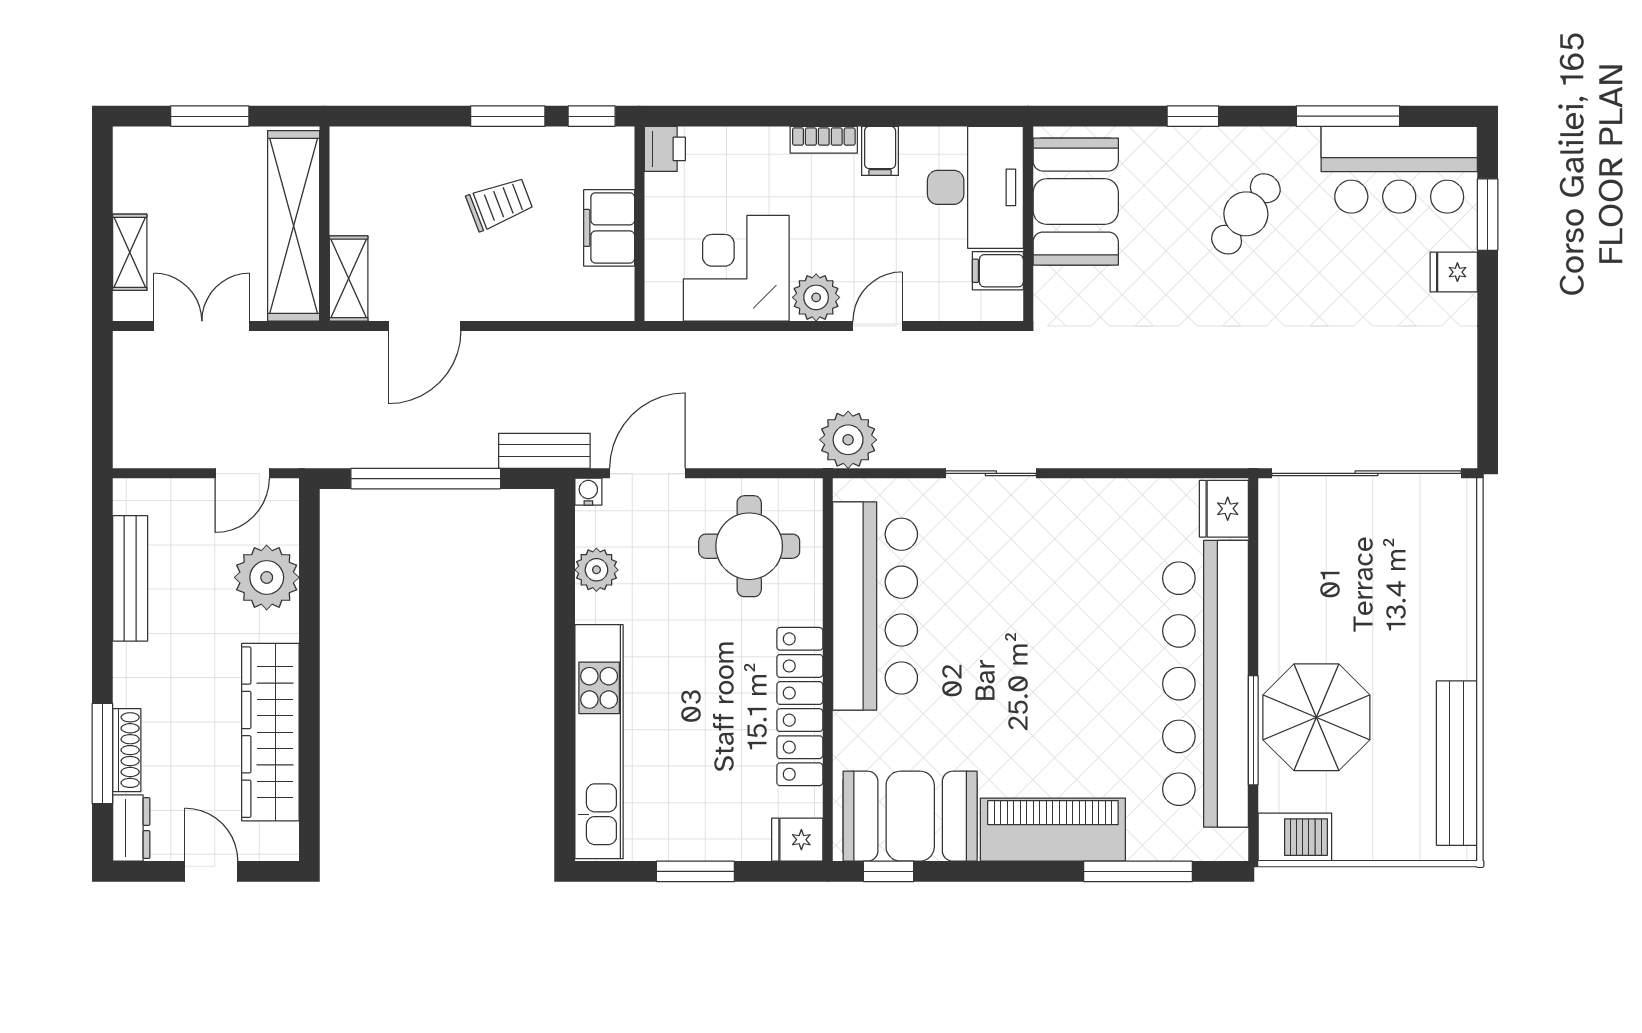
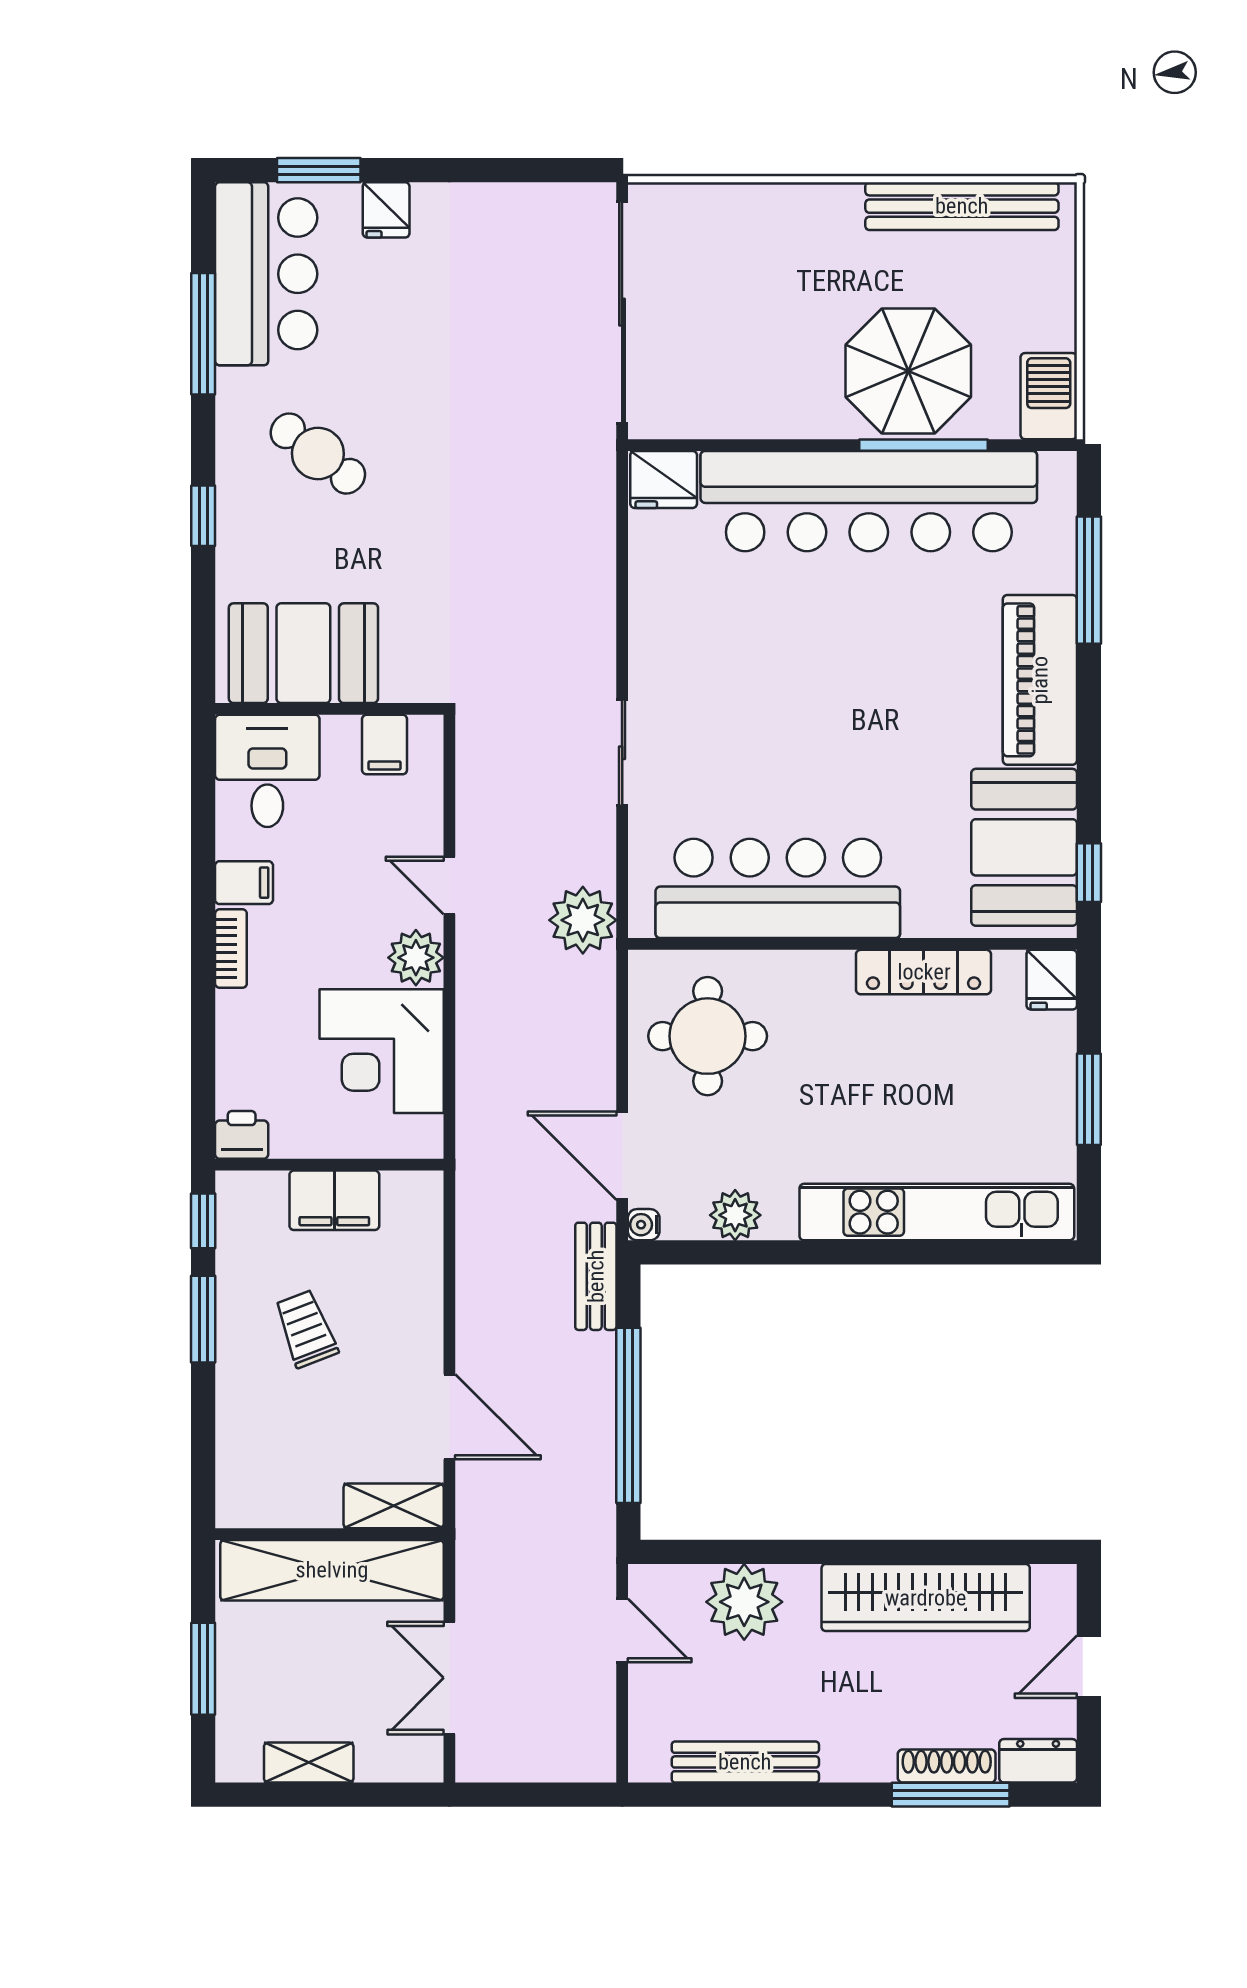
desk: (975, 187) -> (267, 771), width x0.73
shelving: (130, 252) -> (309, 1762), moved
locker: (800, 707) -> (924, 972), width x0.71, depth x0.83

